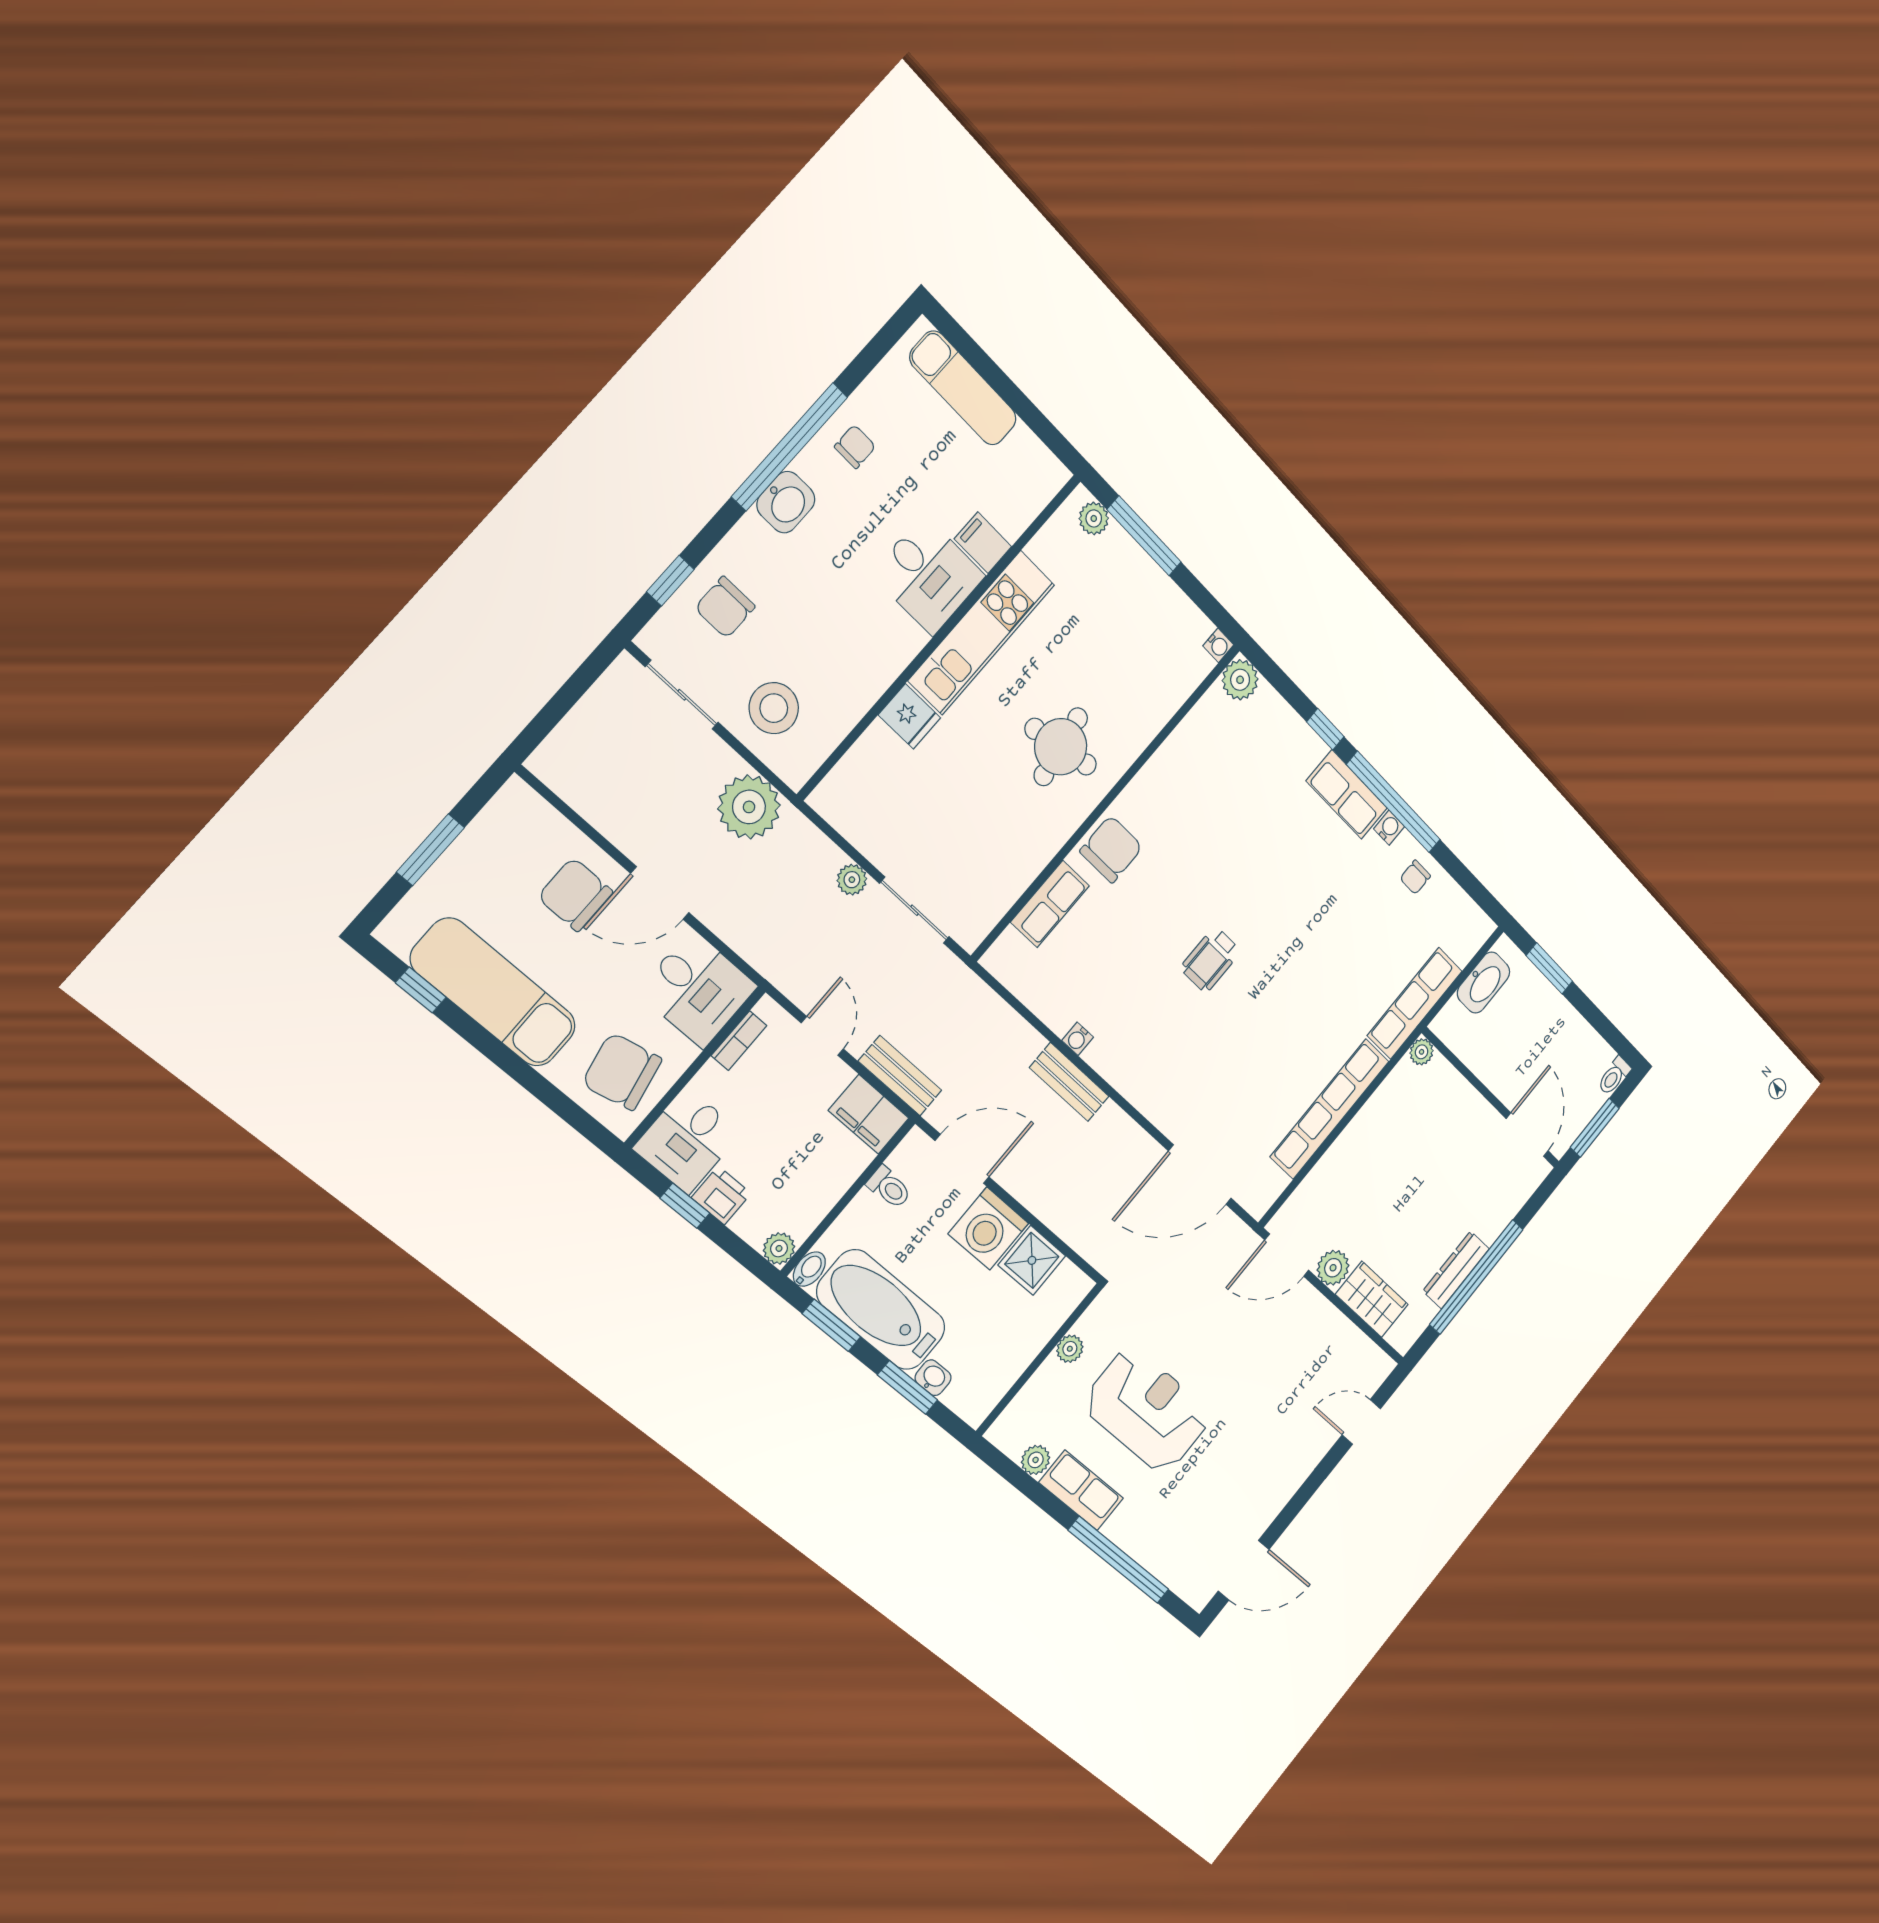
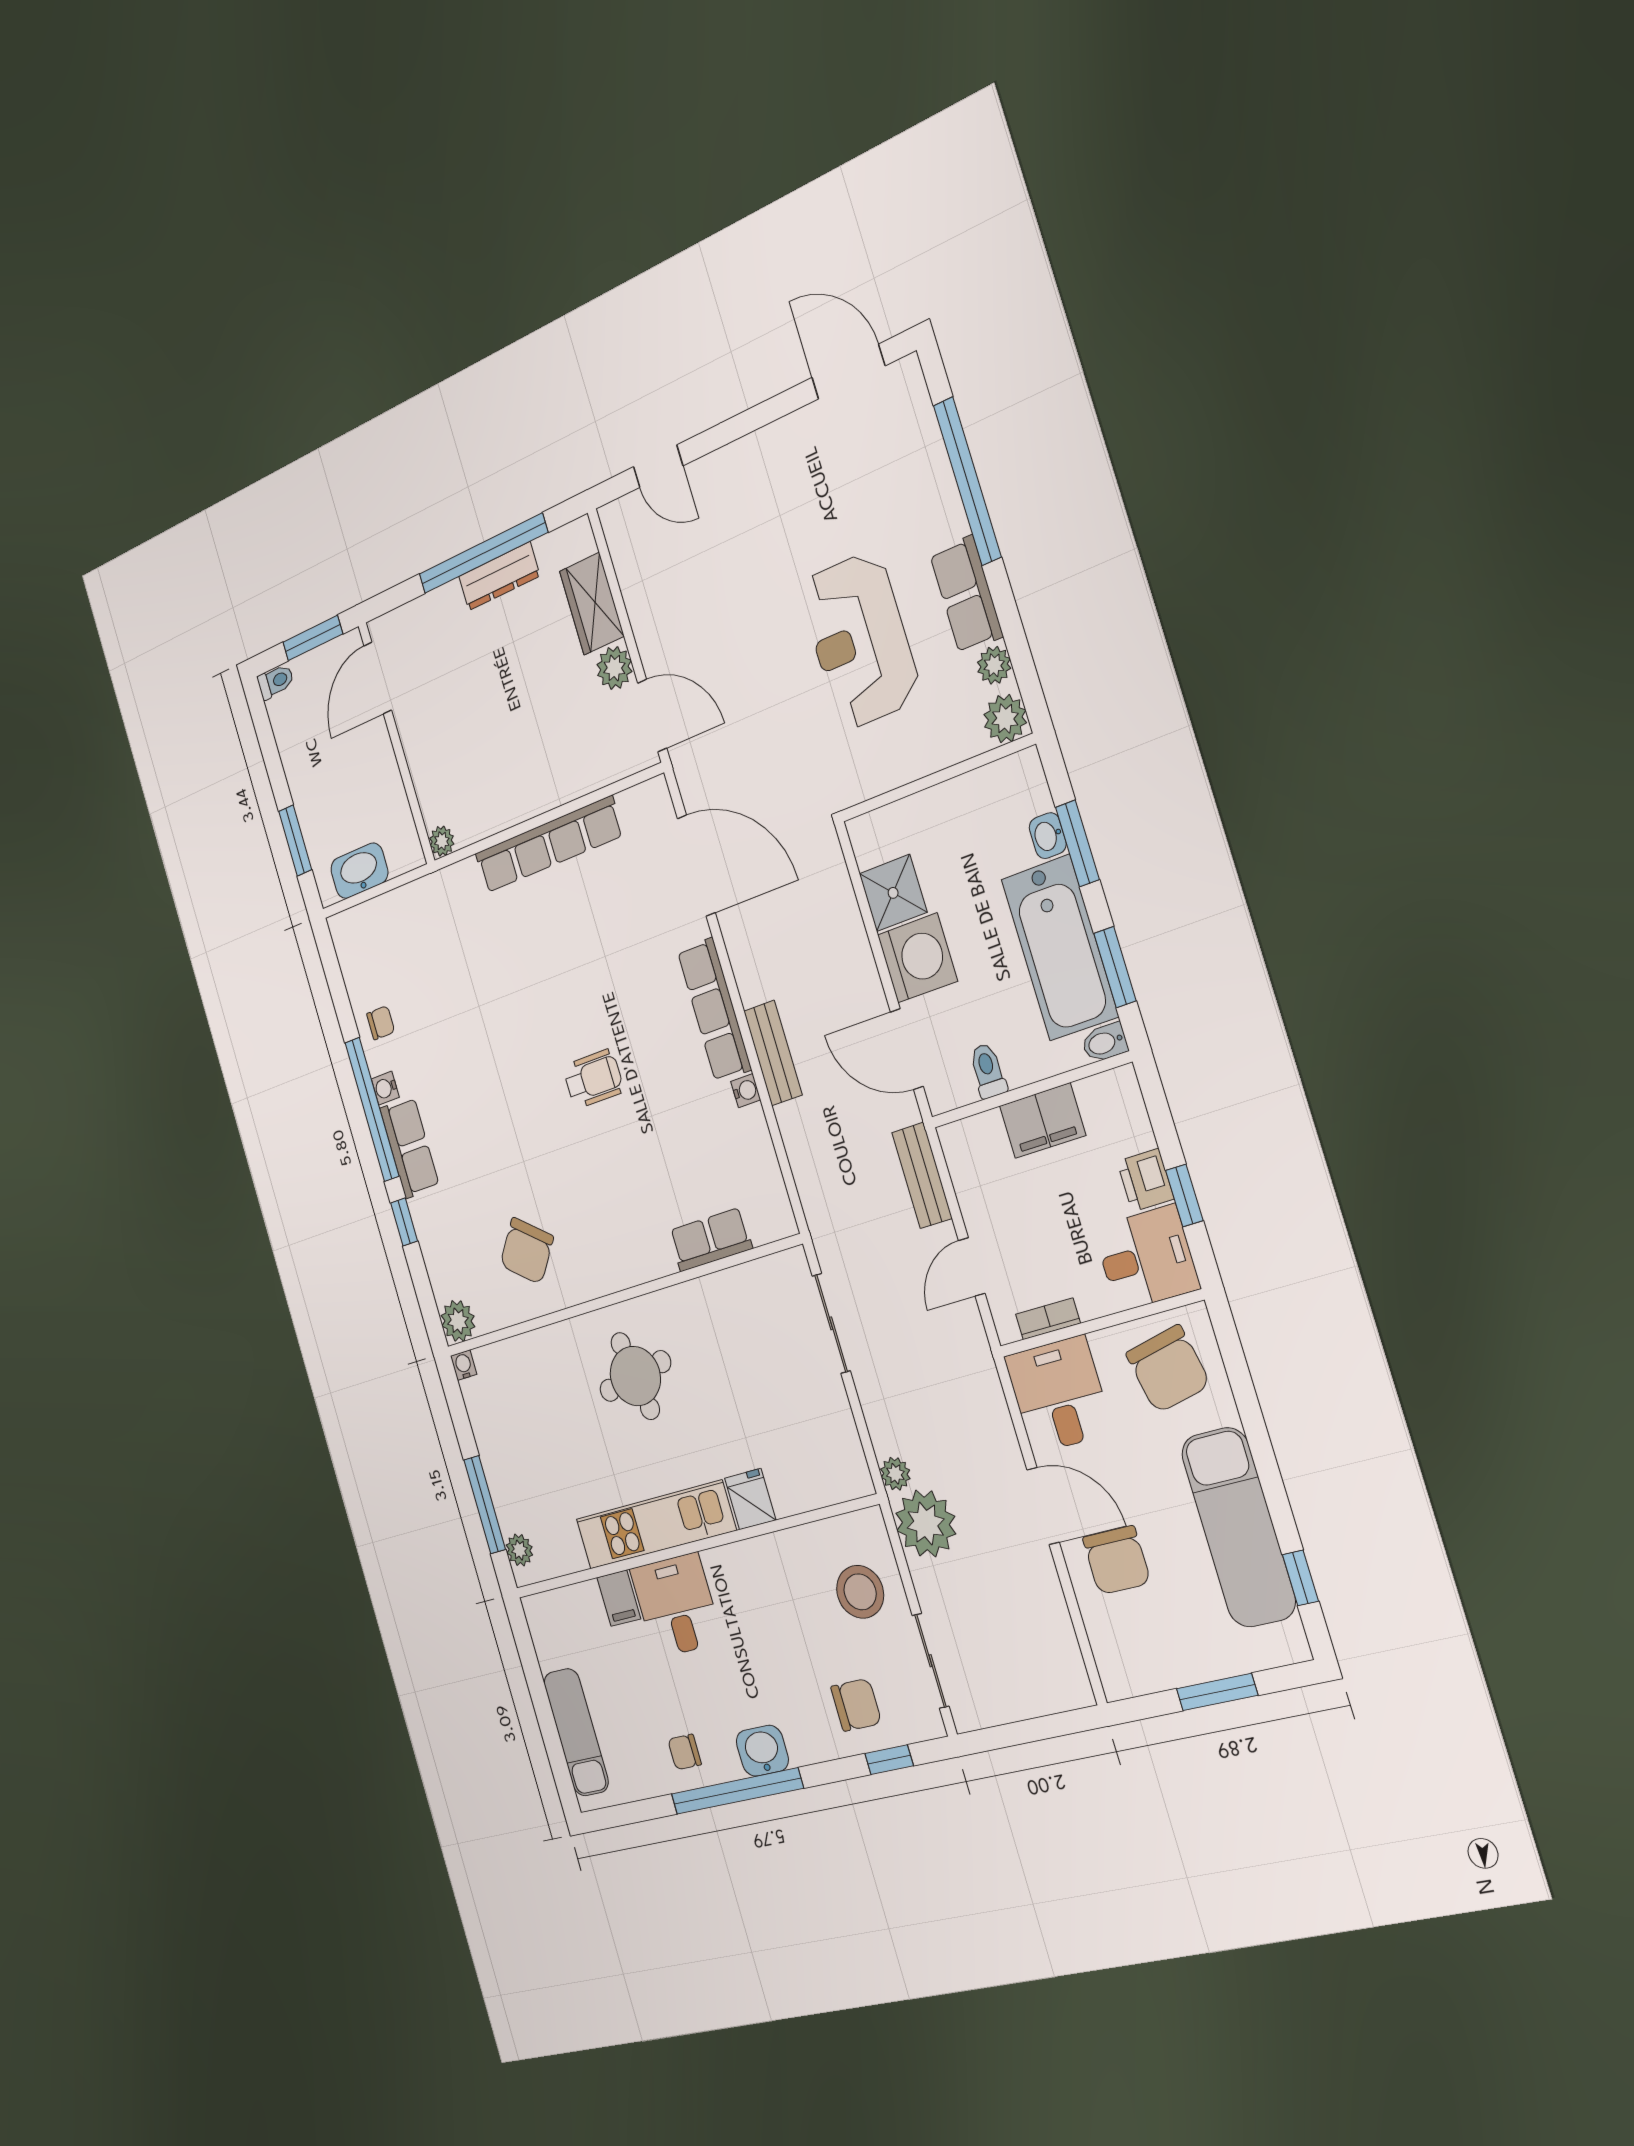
chair: (1111, 849) -> (527, 1251), moved, turned -53
plant: (852, 880) -> (895, 1474), moved
row of seats: (1415, 1003) -> (714, 1010), moved, turned 90
filing cabinet: (869, 1114) -> (1043, 1121), moved, turned 90
plant: (779, 1248) -> (1121, 1086), removed
plant: (1070, 1349) -> (1005, 719), moved, width x1.38, depth x1.38

